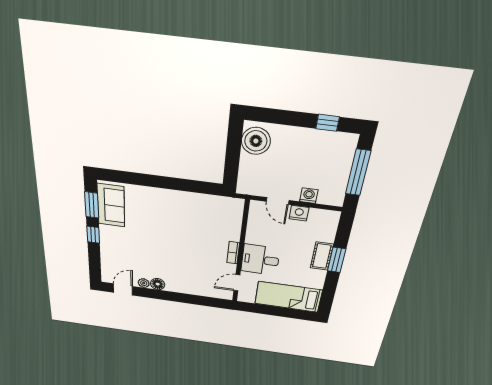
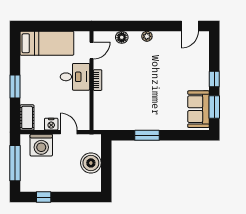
boiler: (256, 141) -> (91, 163), moved
window: (176, 184) -> (147, 135), added
washing machine: (309, 196) -> (41, 145), width x1.89, depth x1.89
cot: (322, 256) -> (27, 117), moved
plant: (144, 283) -> (147, 36), moved
floor lamp: (158, 284) -> (122, 37), moved

